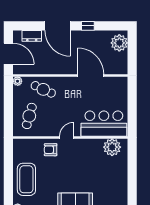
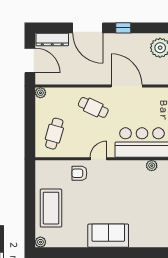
dresser: (32, 36) -> (52, 39), width x1.44
cafe table: (43, 89) -> (93, 107), moved
plant: (112, 147) -> (152, 166), width x0.53, depth x0.53

